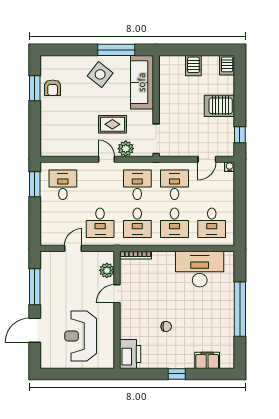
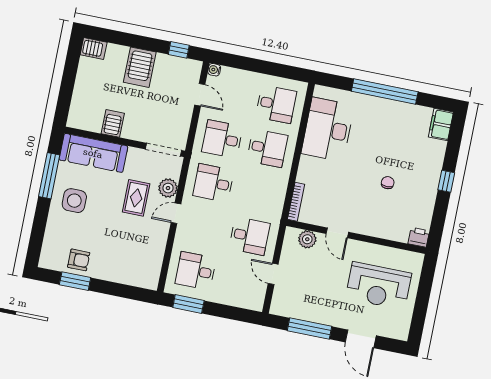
server rack: (193, 66) -> (113, 123), moved, turned -90
side table: (100, 74) -> (74, 201), turned -38
desk: (137, 223) -> (258, 192), removed
printer: (130, 354) -> (419, 237), width x0.53, depth x0.68
filing cabinet: (207, 360) -> (441, 125), moved

